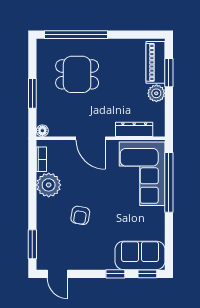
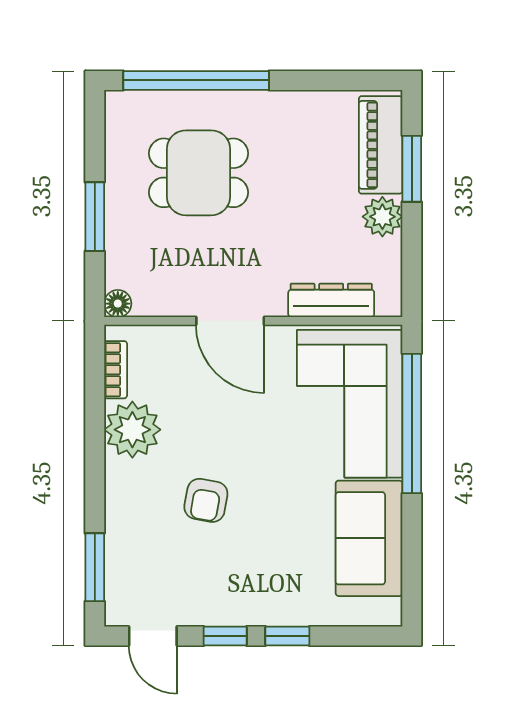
sofa: (140, 255) -> (369, 538), moved, turned -90
window: (147, 274) -> (225, 636), moved

